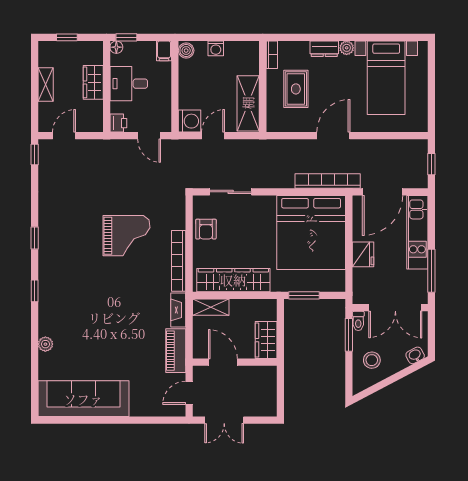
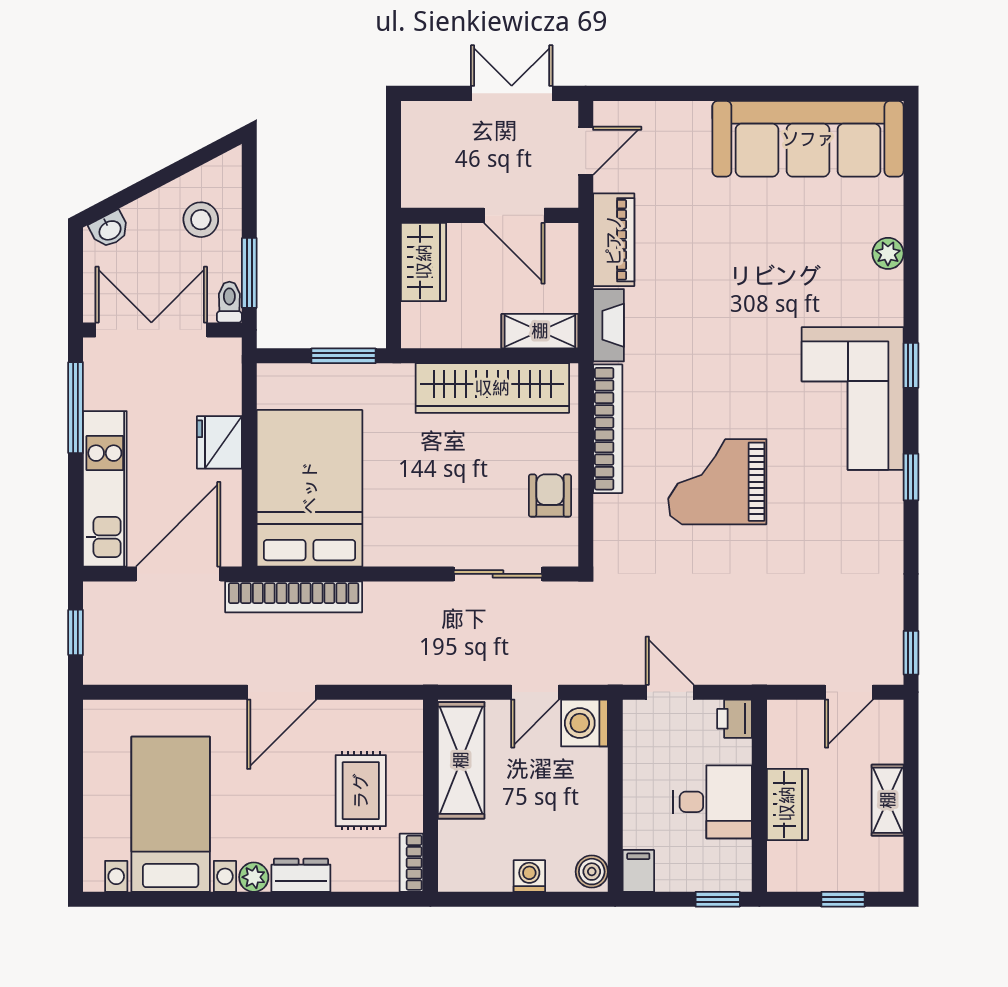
floor lamp: (116, 47) -> (739, 879), removed
bed: (311, 233) -> (310, 488), width x0.73
corner sofa: (62, 275) -> (853, 398), added

